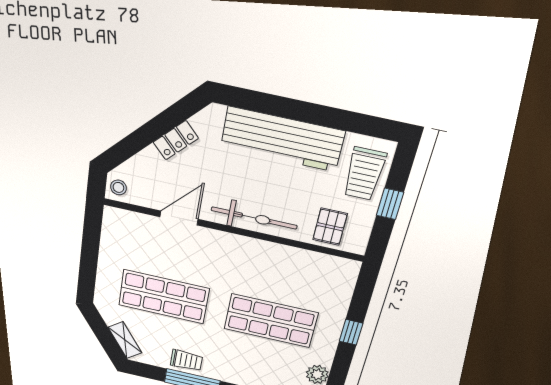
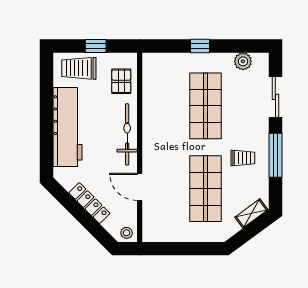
locker: (176, 140) -> (89, 203), width x1.53
trolley: (364, 174) -> (79, 68), turned 180
pallet: (330, 227) -> (121, 81), turned 90
trolley: (186, 360) -> (243, 158), moved, turned 90

